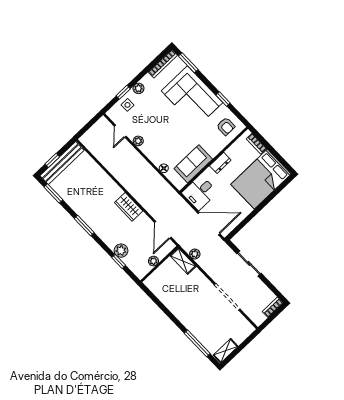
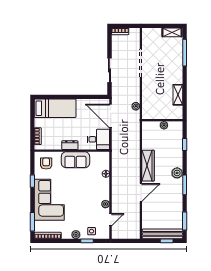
sofa: (193, 164) -> (75, 160), moved
bed: (261, 179) -> (55, 108), width x0.67
wardrobe: (129, 207) -> (148, 166), width x1.50
door: (163, 230) -> (141, 193), moved
plant: (121, 251) -> (177, 173), moved
shelving: (183, 261) -> (178, 95), moved

